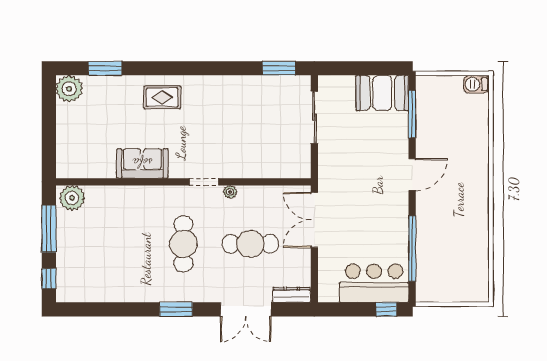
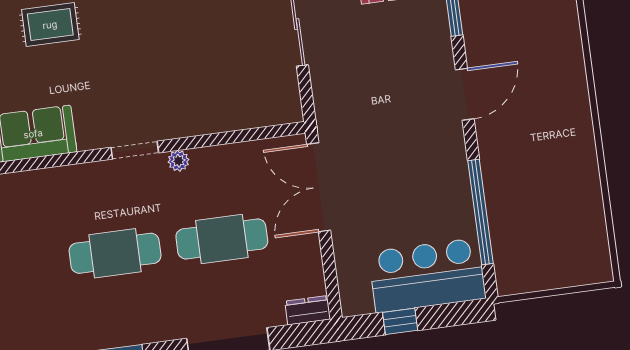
cafe table: (183, 244) -> (115, 253), turned 90
dresser: (292, 295) -> (308, 310), width x0.70
window: (386, 309) -> (400, 321), moved

